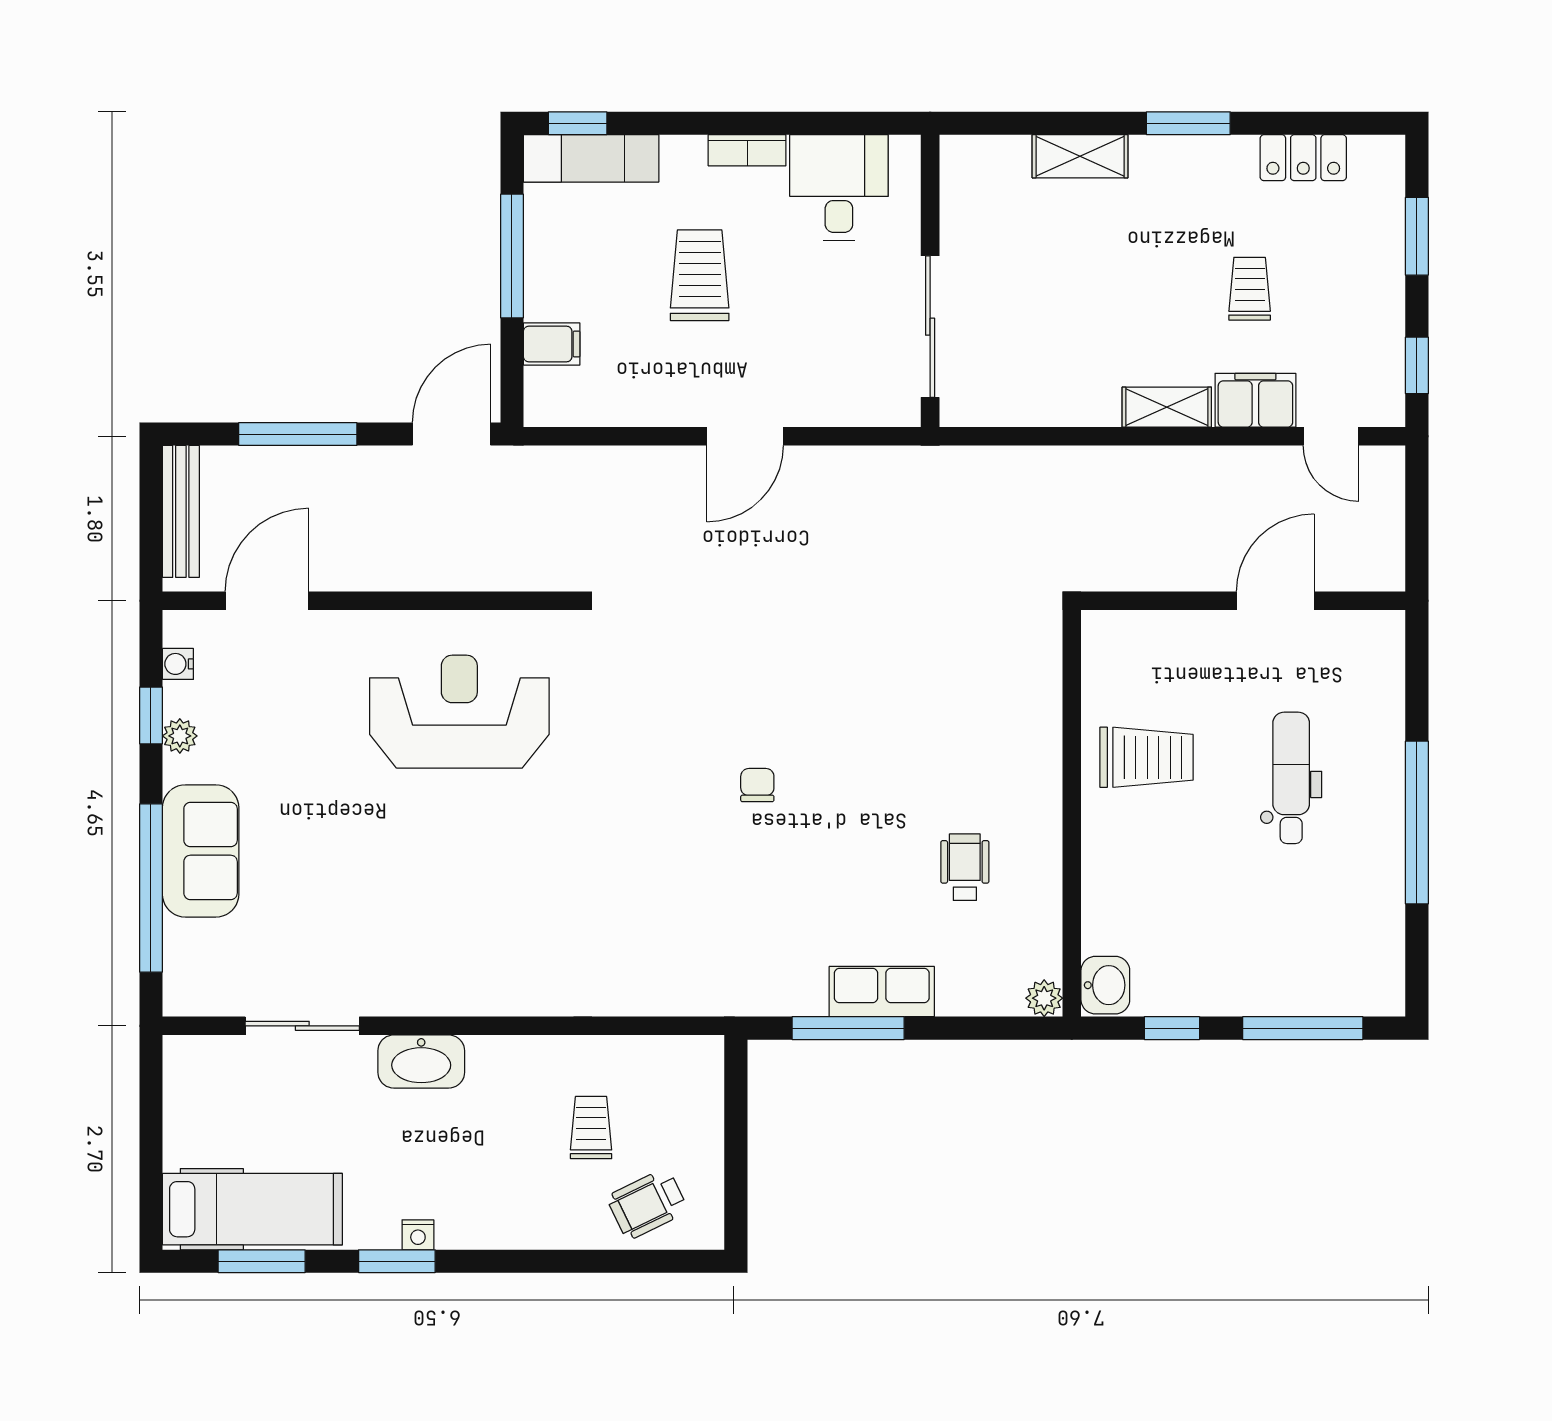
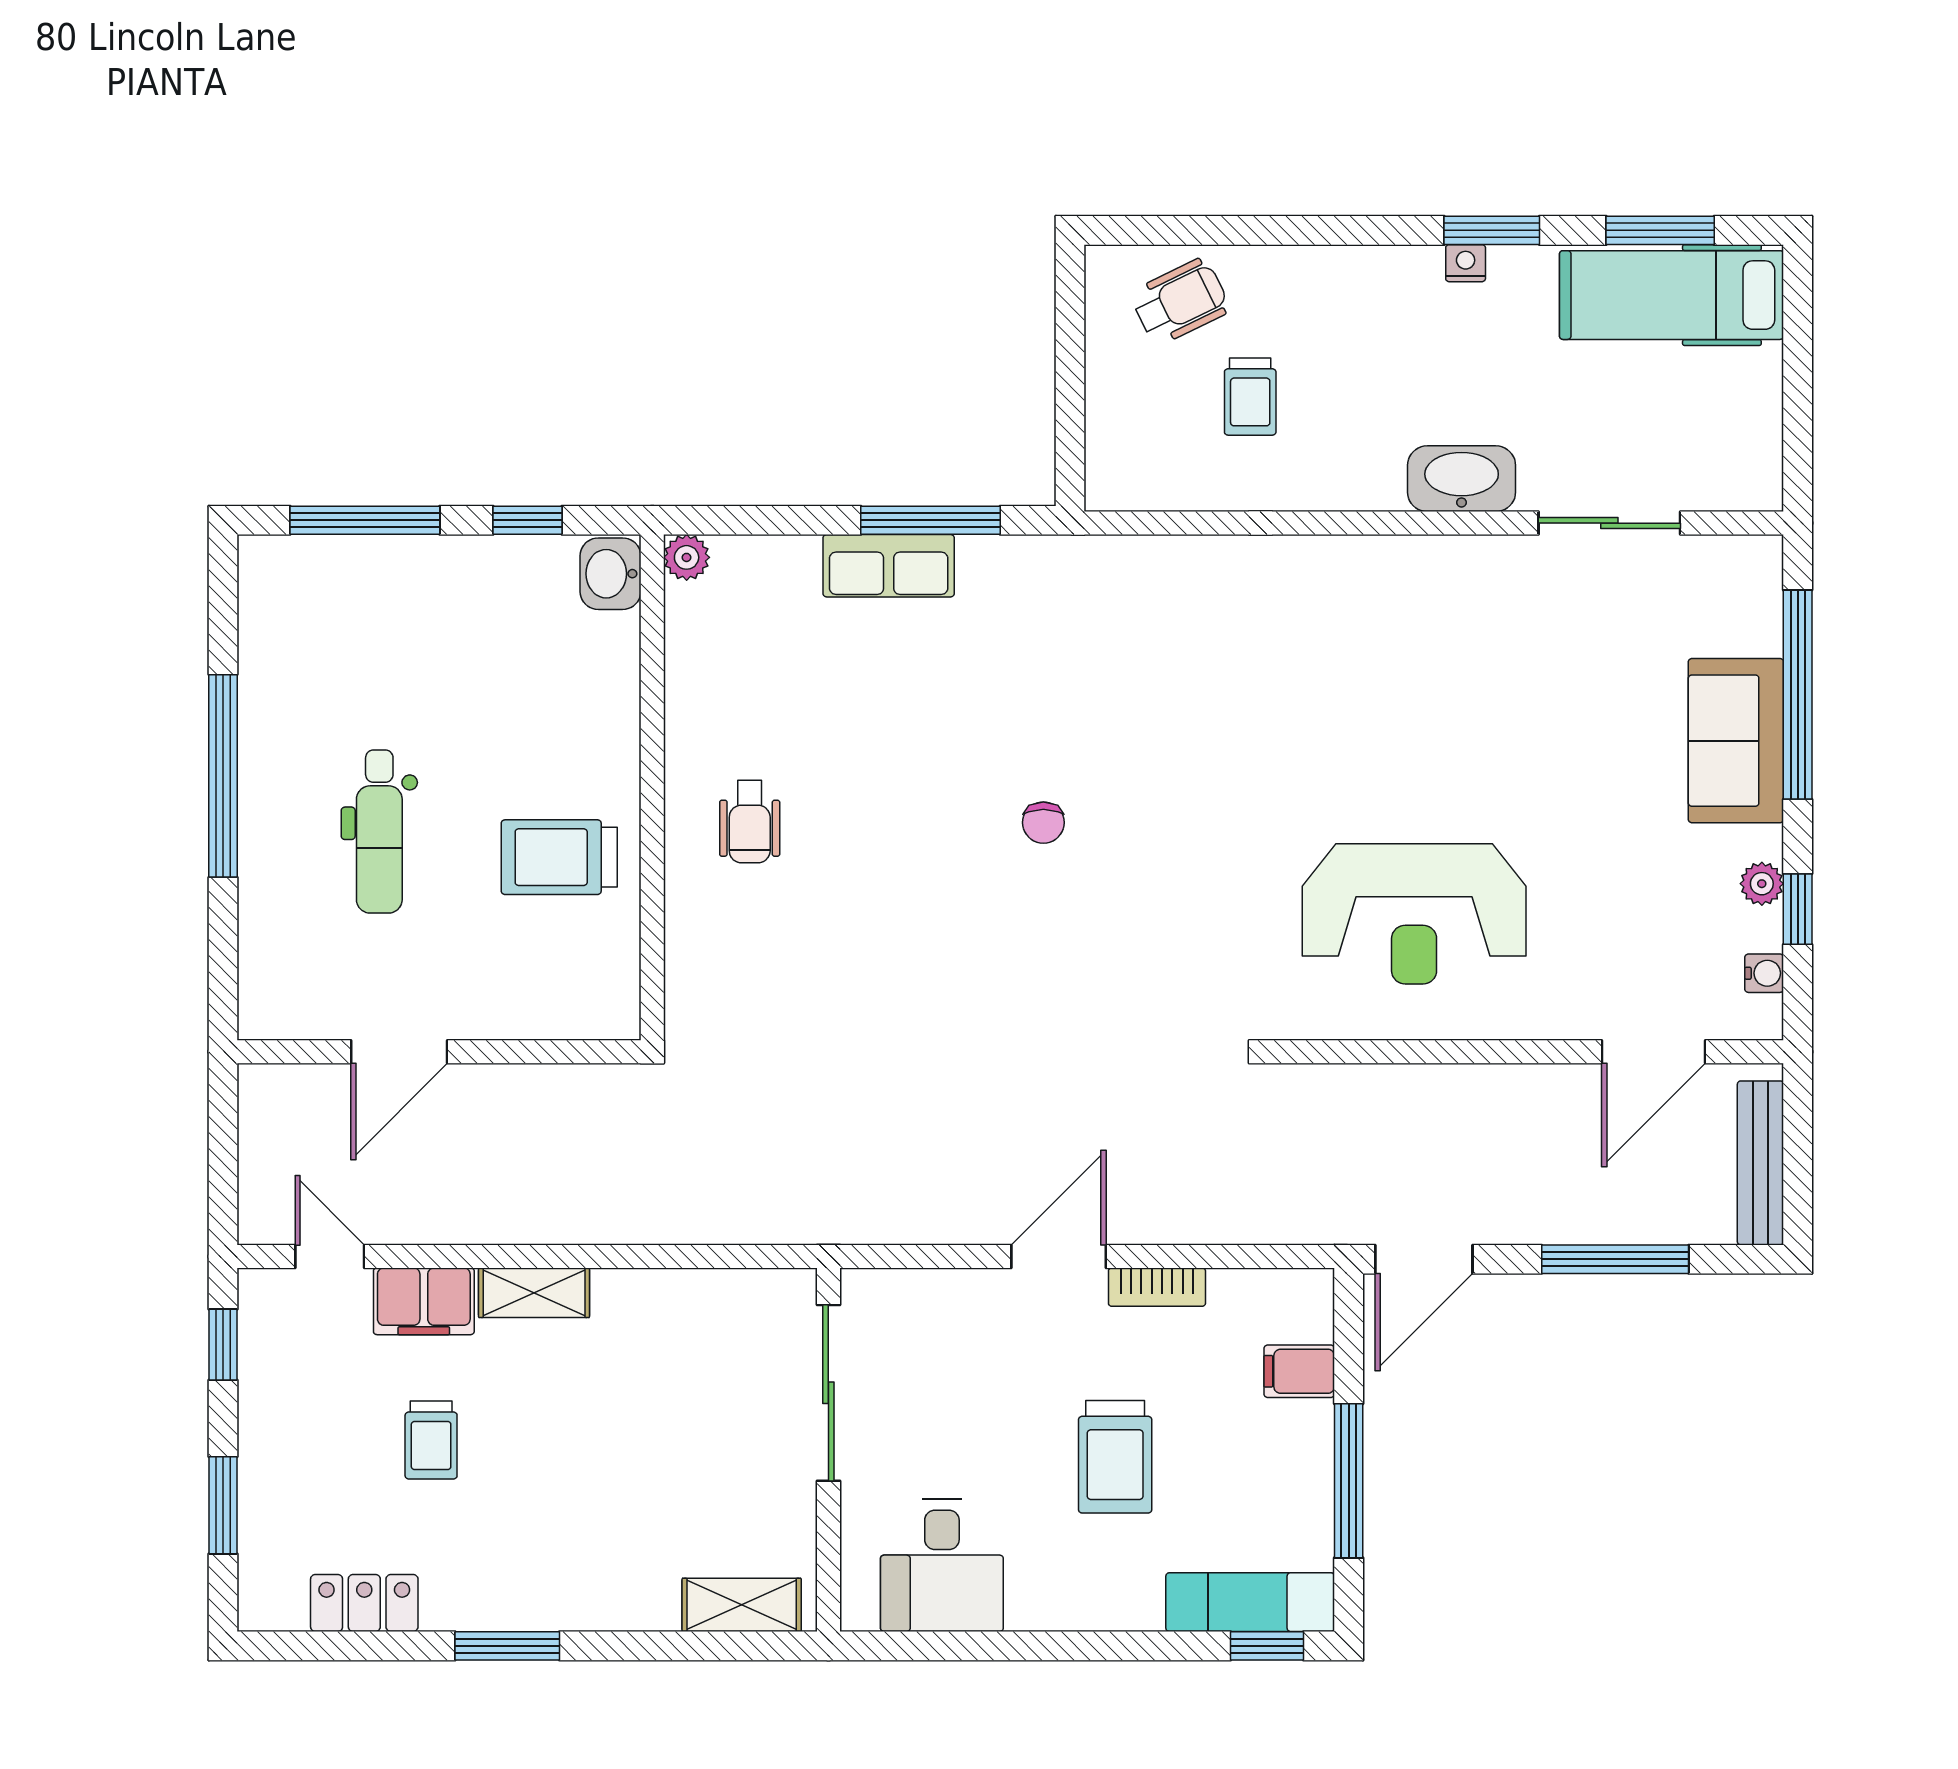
bookcase: (747, 150) -> (1157, 1287), moved, turned 180
shelving: (1080, 156) -> (742, 1605), moved
wheelchair: (965, 867) -> (750, 822), moved

